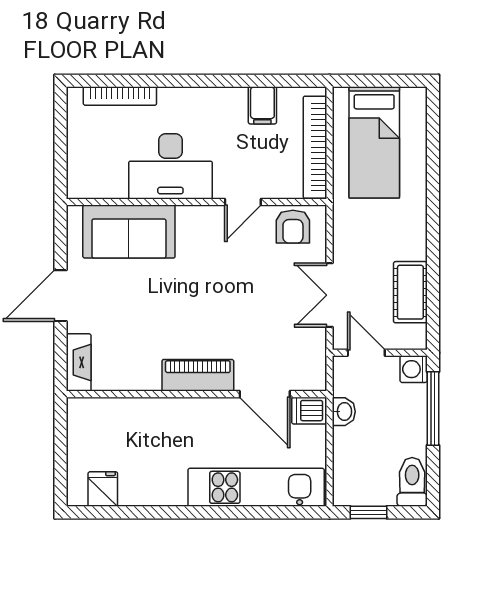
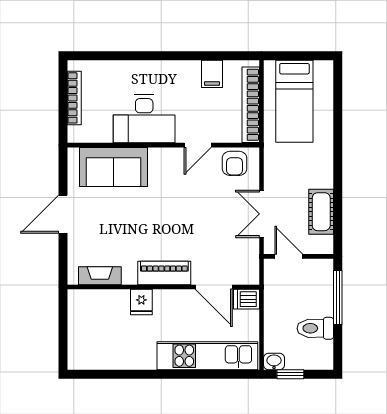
bookcase: (120, 96) -> (74, 98), moved, turned -90
fireplace: (79, 362) -> (100, 276), moved, turned -90
washing machine: (414, 369) -> (324, 269), removed
washbasin: (344, 412) -> (274, 362), moved, turned -90
toilet: (412, 482) -> (315, 328), moved, turned -90
fridge: (103, 489) -> (141, 302), moved, turned 180

